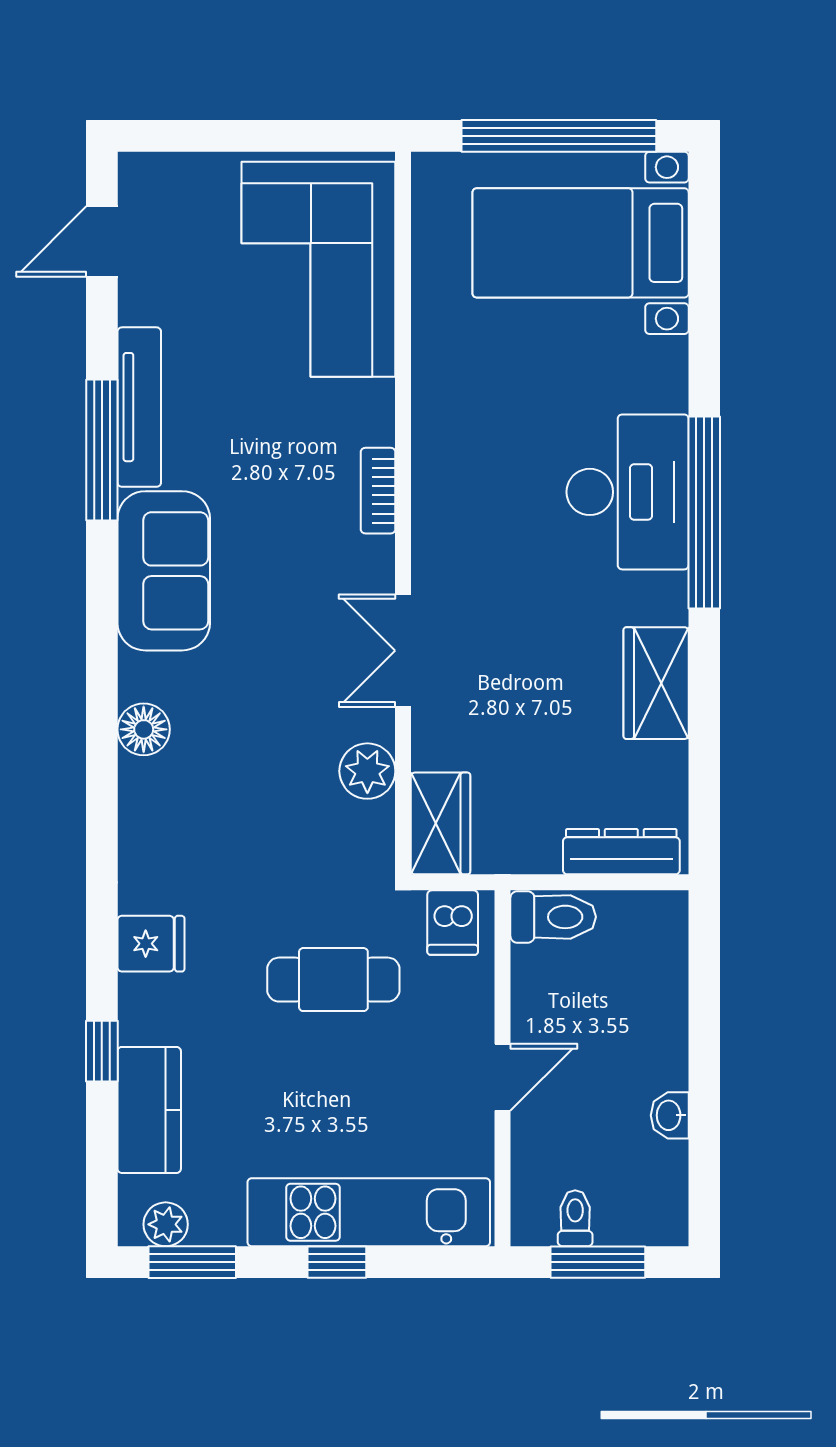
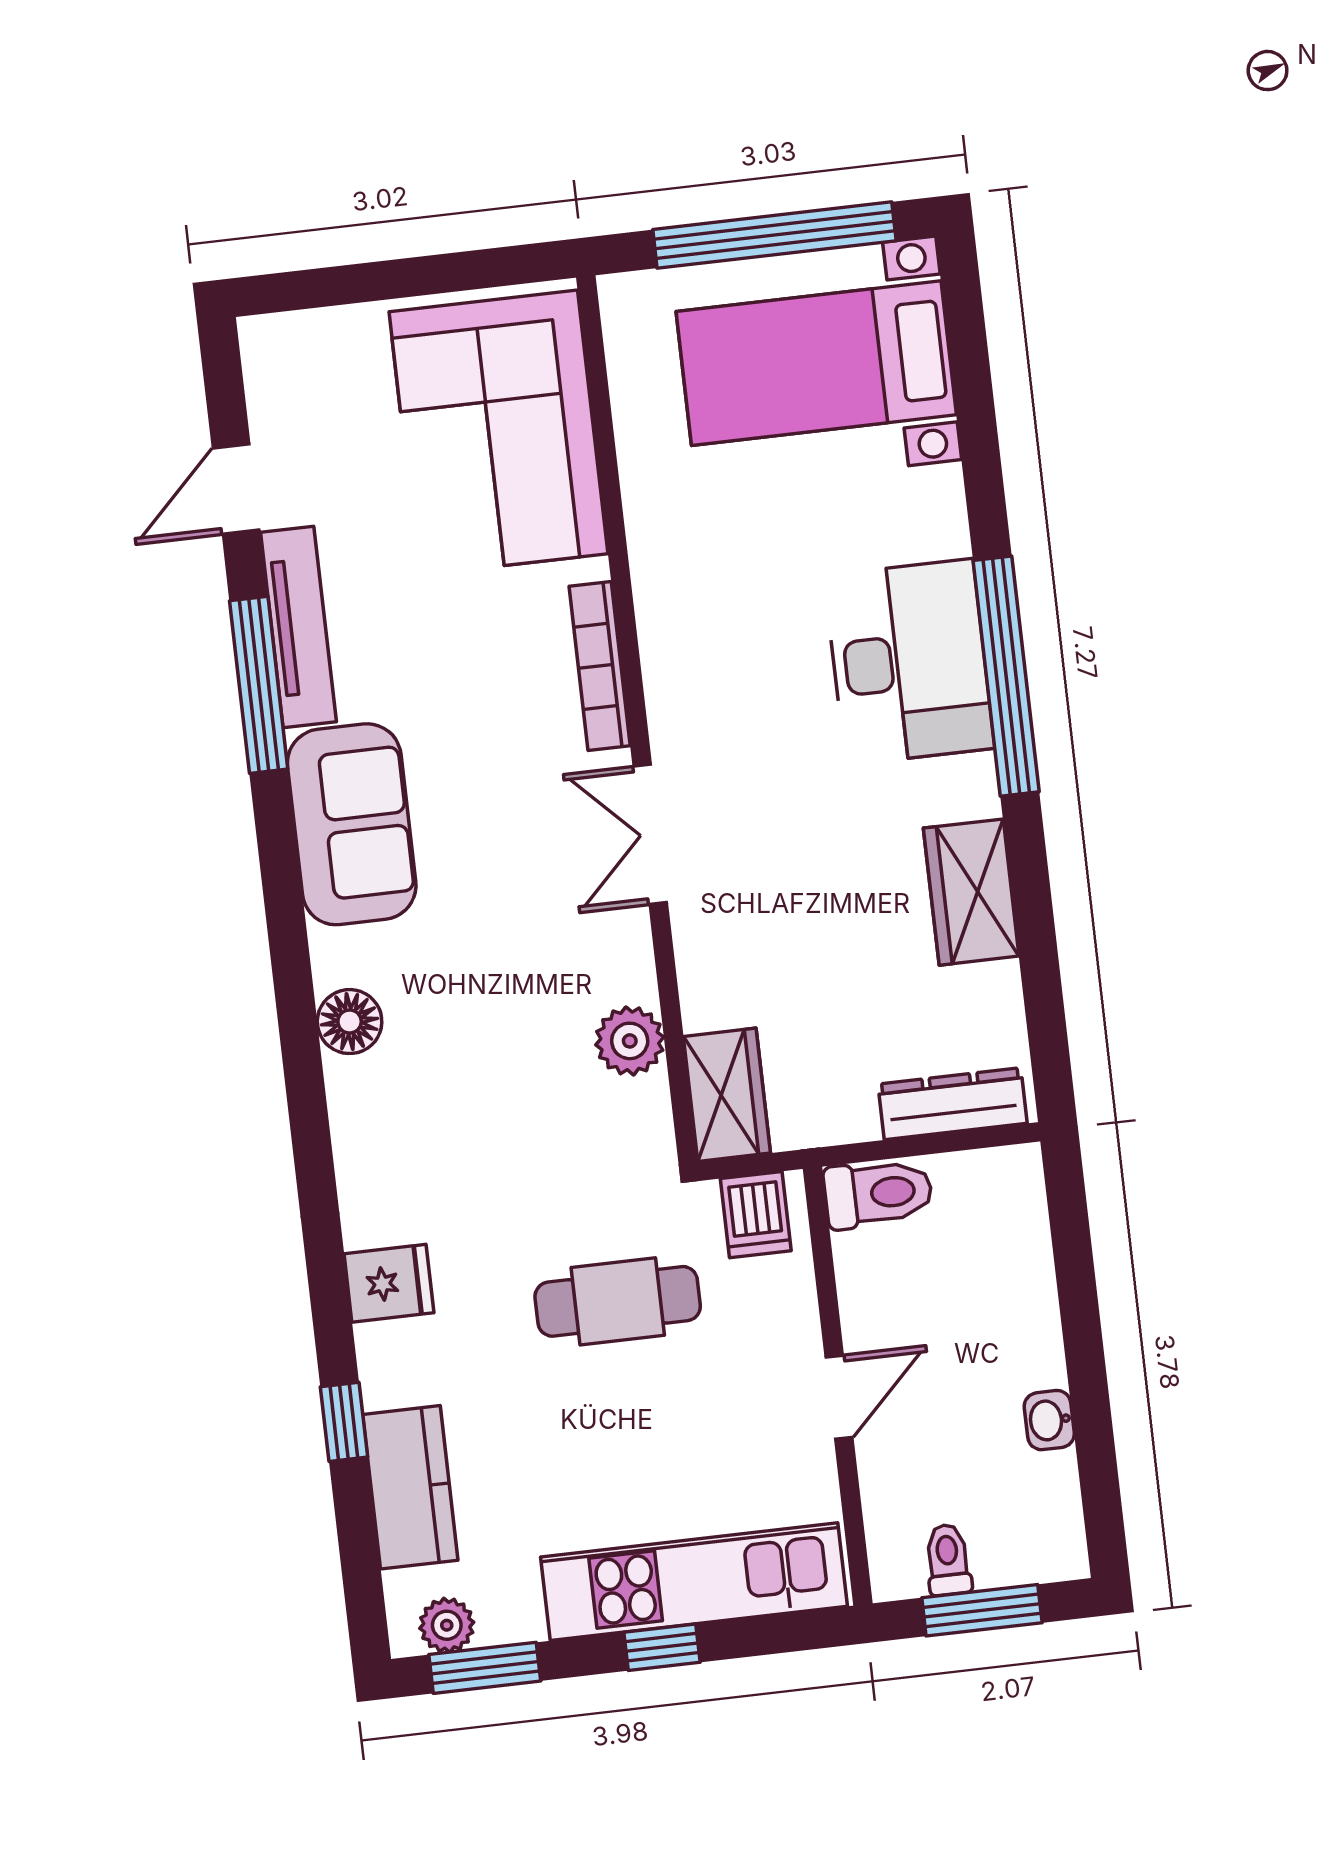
door: (102, 242) -> (236, 489), moved
bookcase: (378, 491) -> (600, 666), width x1.56
double door: (403, 651) -> (650, 834), moved

